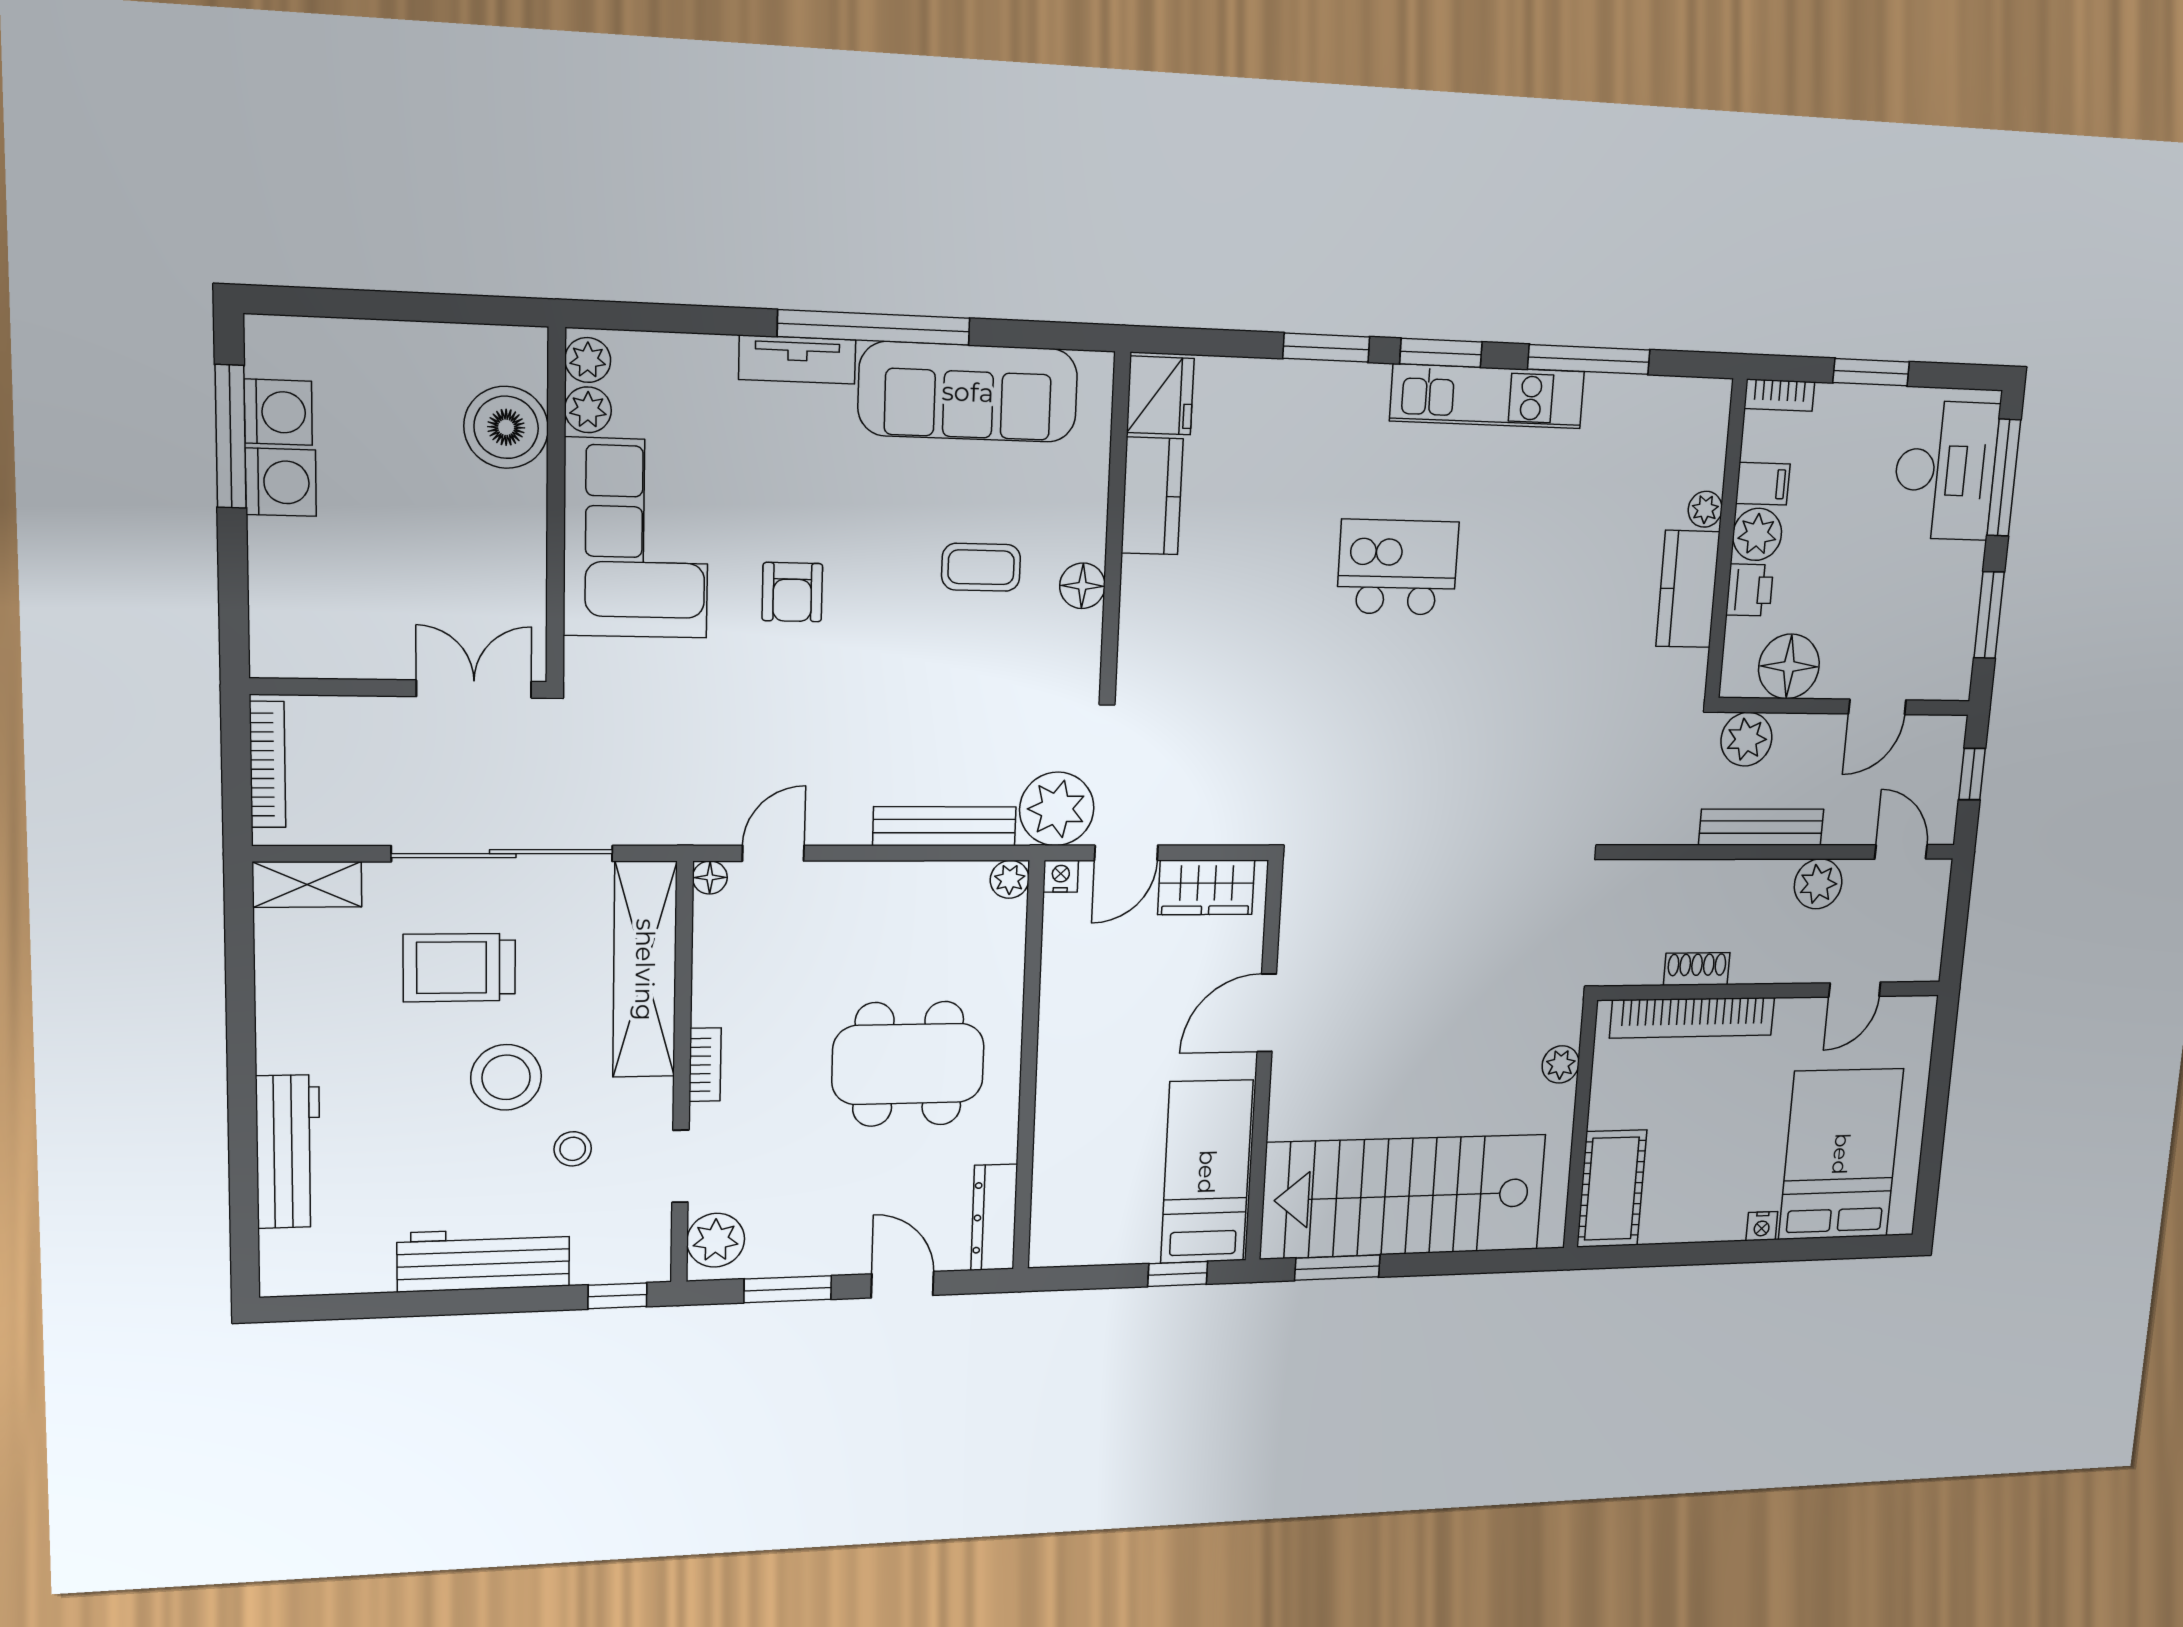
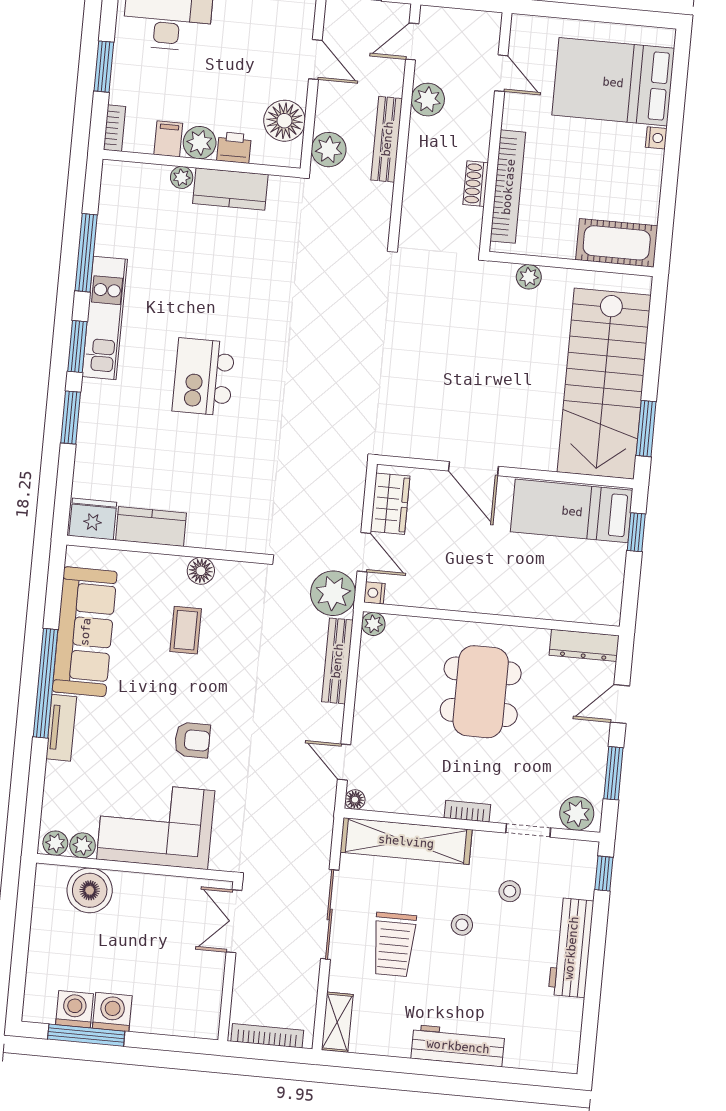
sliding door: (503, 854) -> (330, 914), width x0.73
stool: (506, 1077) -> (462, 925), width x0.53, depth x0.53
workbench: (288, 1152) -> (458, 1046), moved

